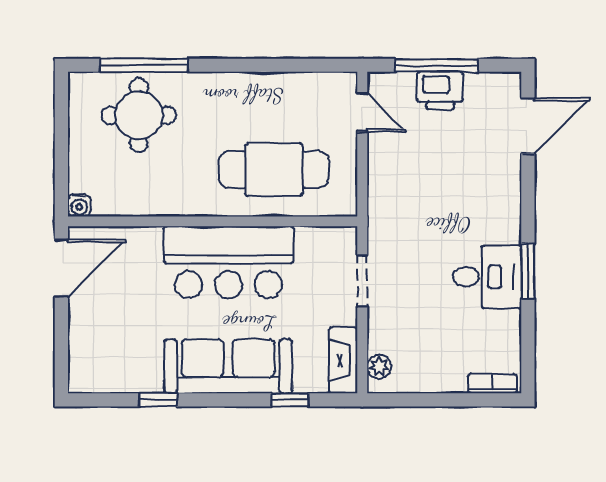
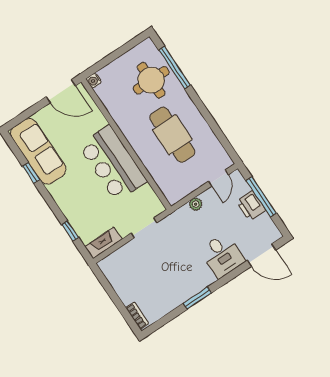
cafe table: (274, 169) -> (172, 135), moved
desk: (487, 277) -> (222, 255), moved
sofa: (228, 366) -> (38, 151), moved
plant: (379, 366) -> (196, 204), moved

